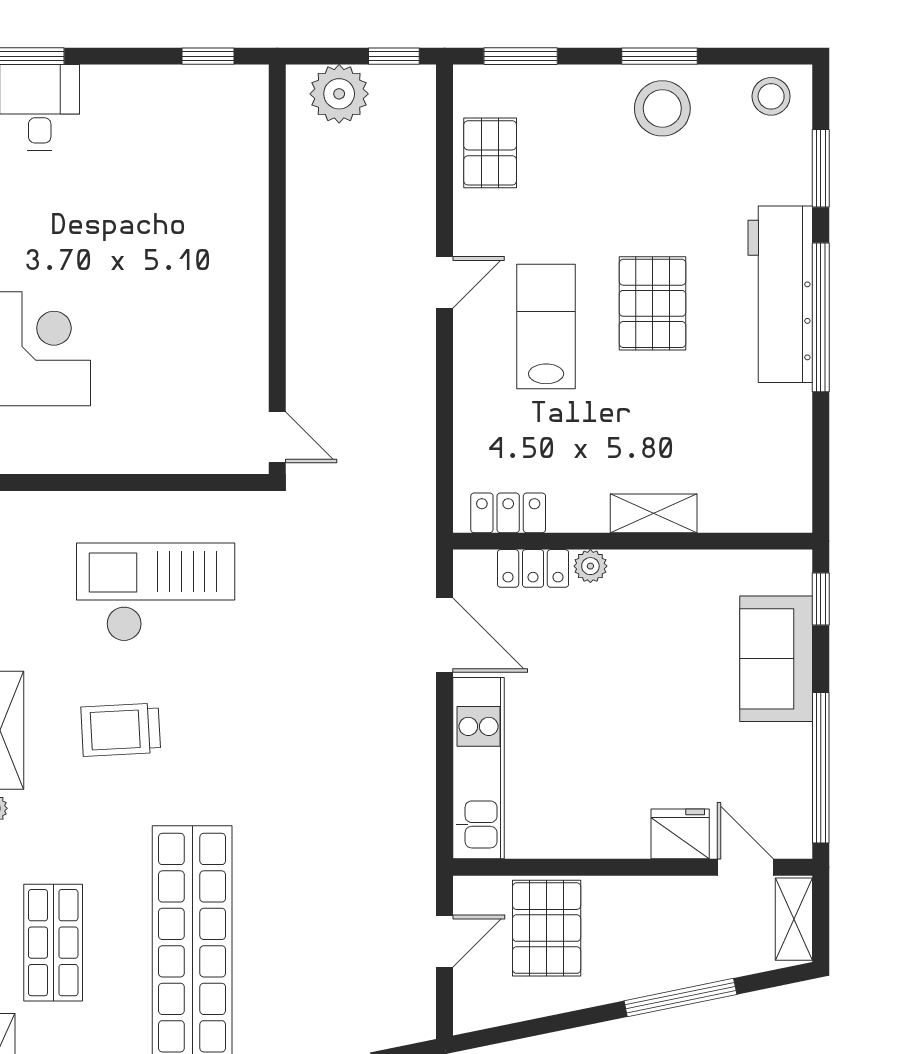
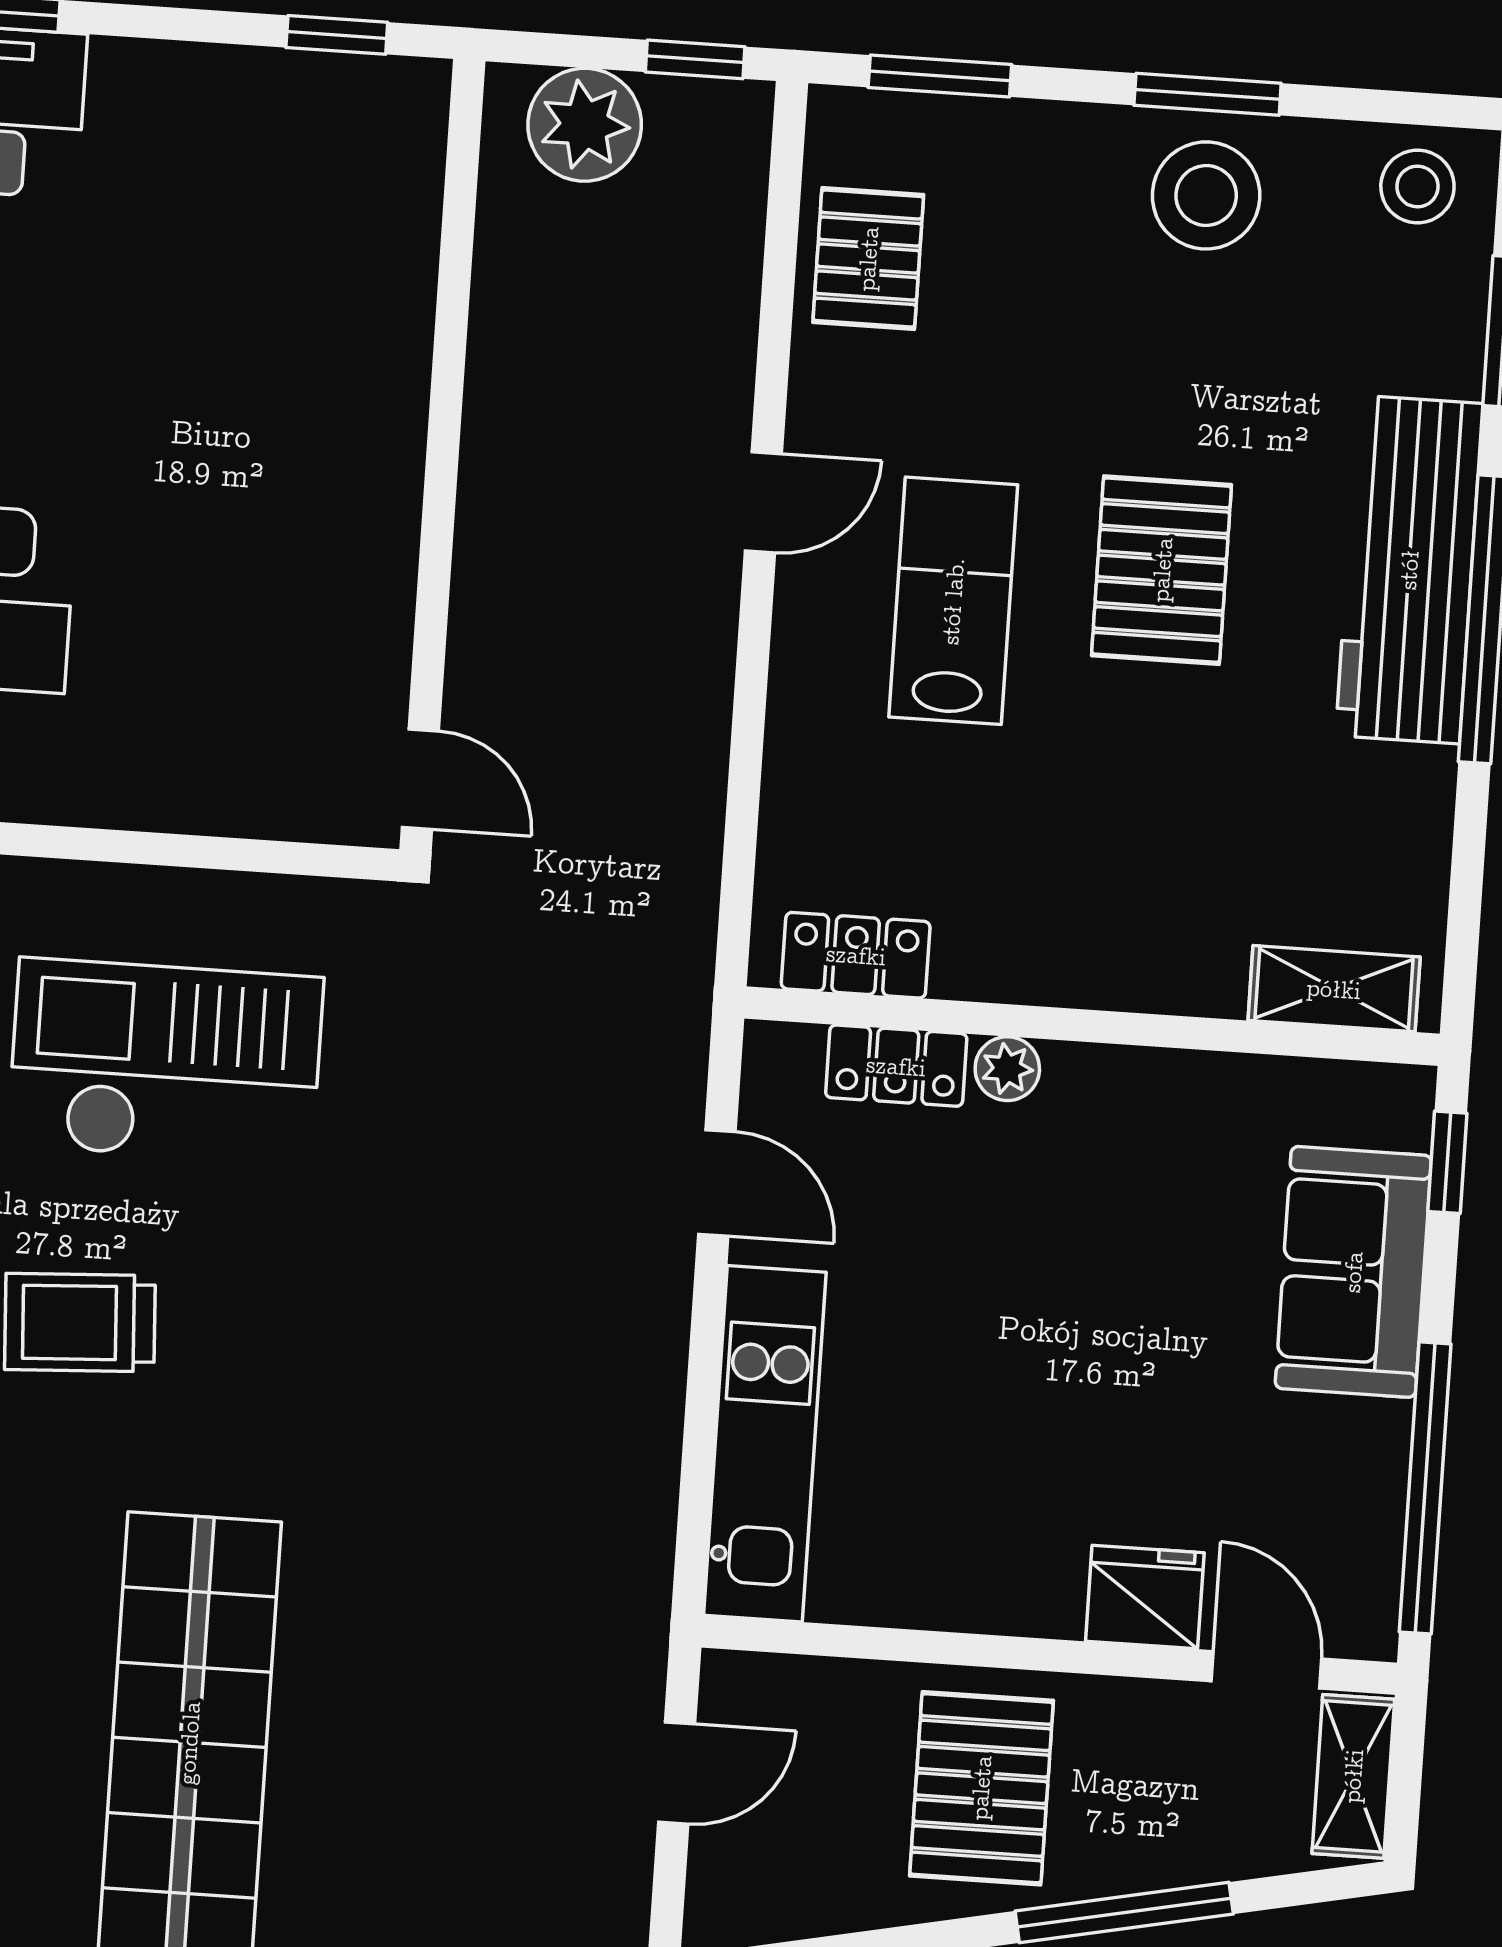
shelving: (654, 513) -> (1334, 989), moved
door: (445, 635) -> (717, 1183), width x0.73
pallet: (547, 928) -> (981, 1788), moved

